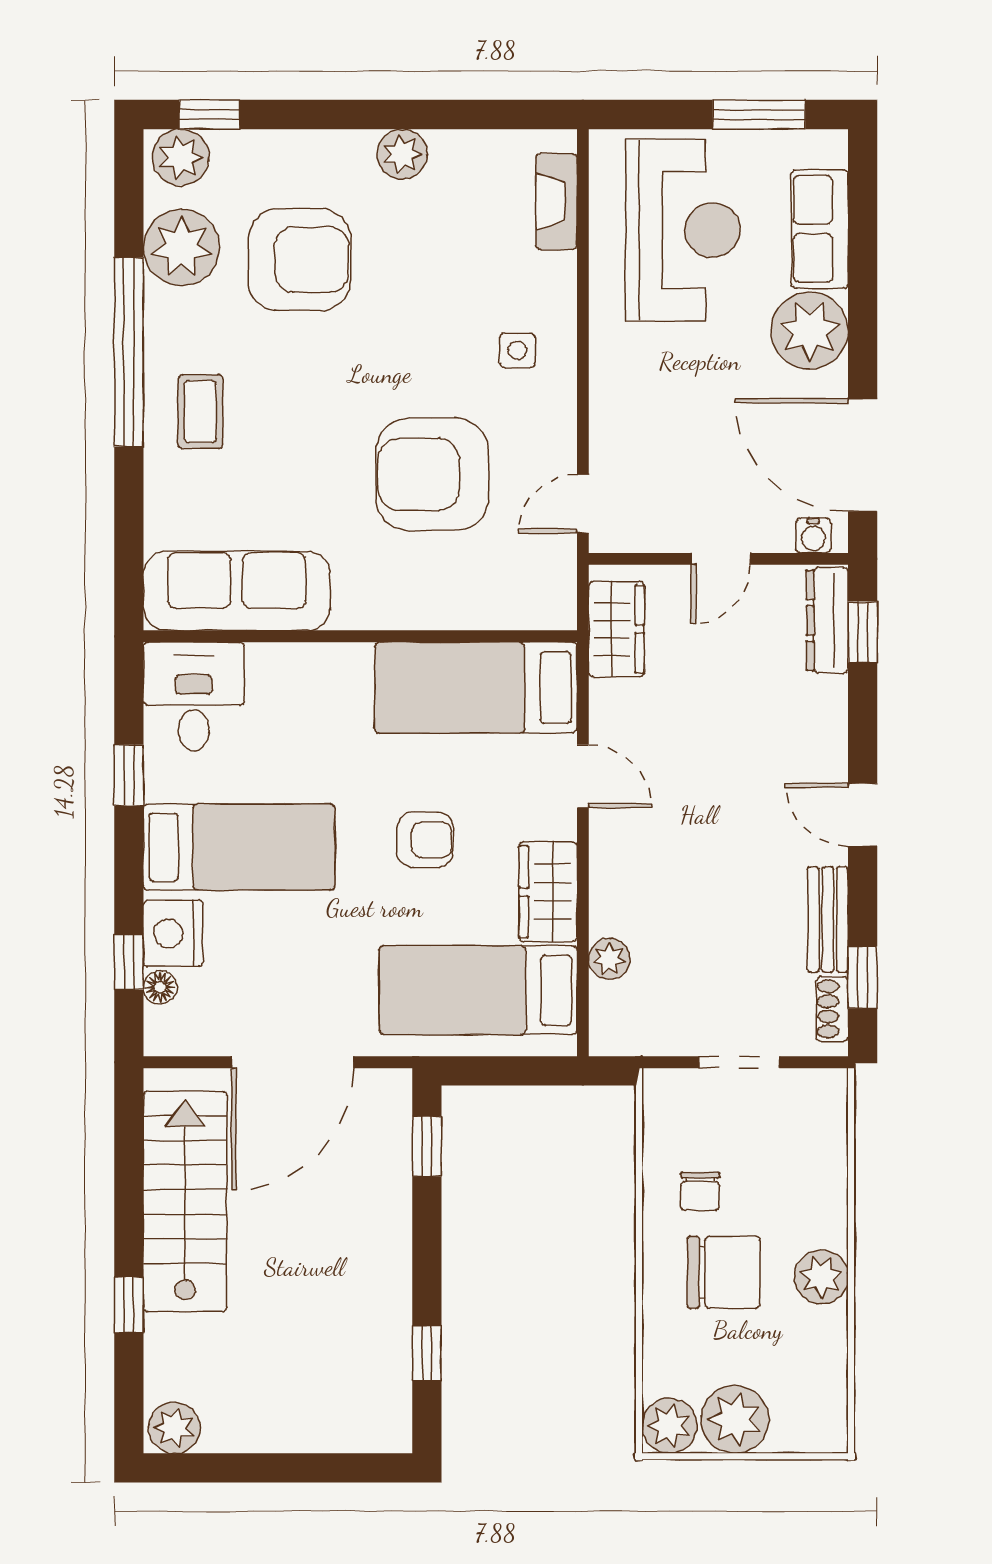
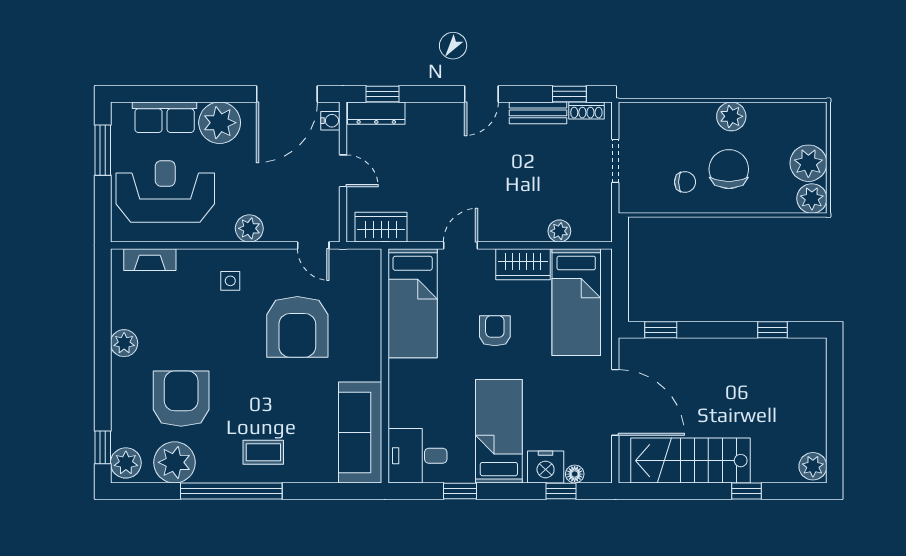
plant: (614, 386) -> (249, 228), added

